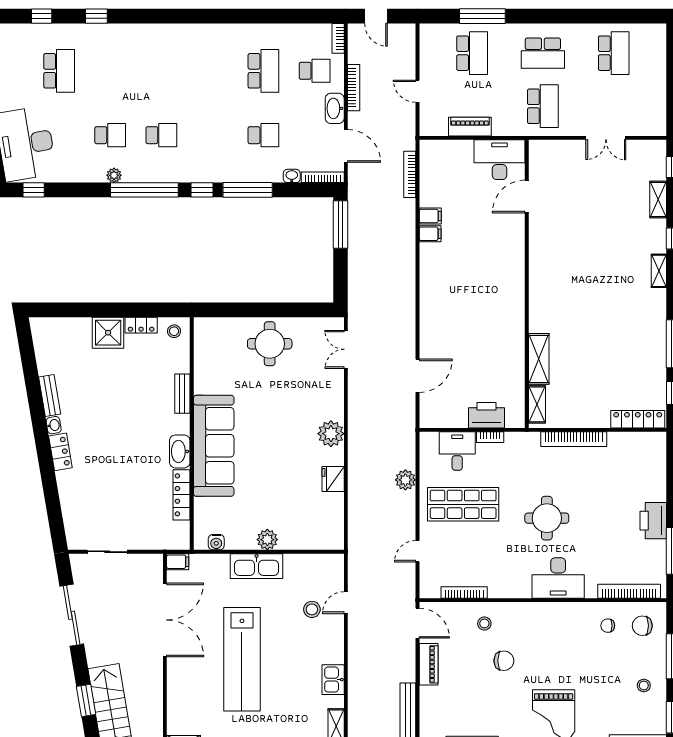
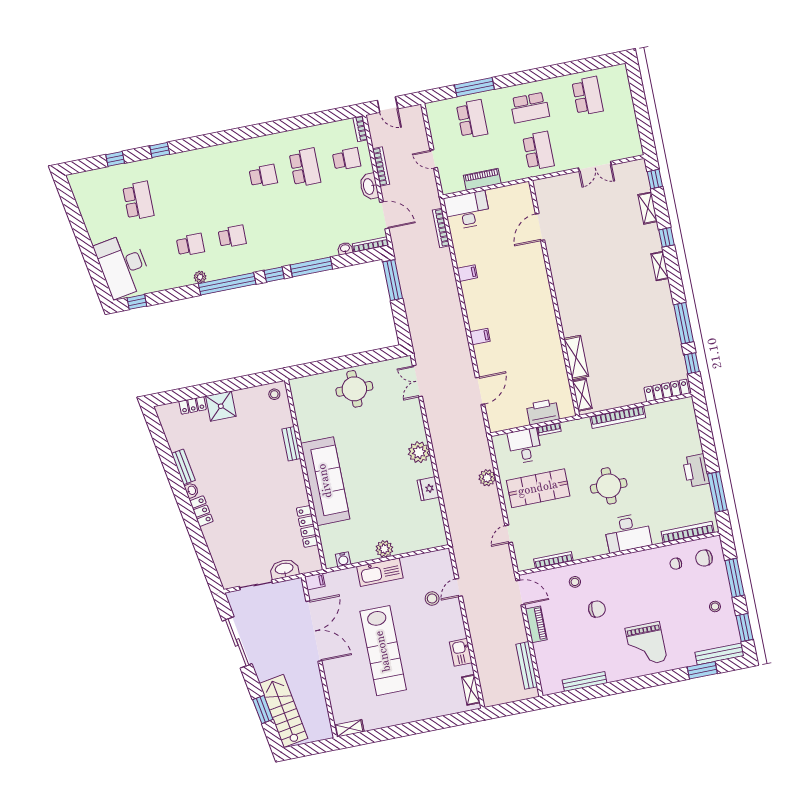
school desk: (263, 135) -> (263, 176), moved
desk: (500, 160) -> (467, 210), moved
filing cabinet: (430, 216) -> (480, 337), moved
locker: (141, 325) -> (193, 405), moved
washbasin: (180, 451) -> (284, 569), moved, turned 90

